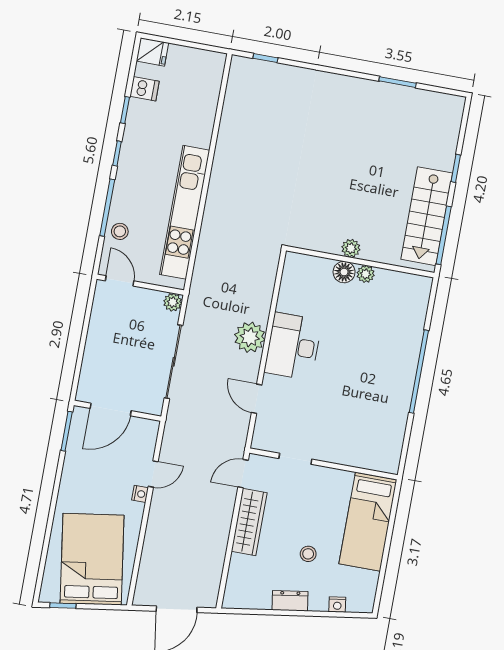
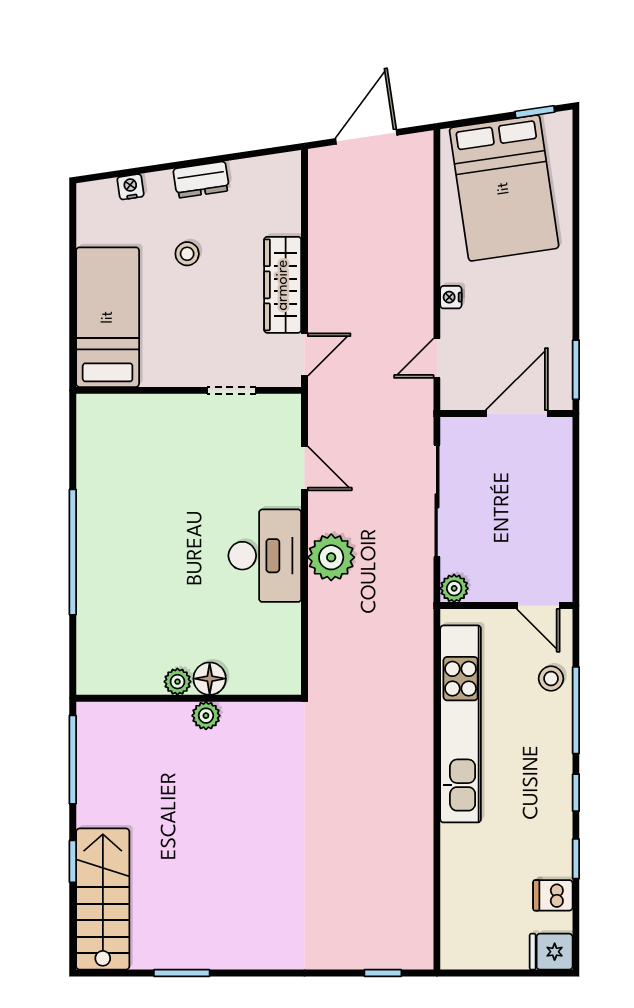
stairs: (427, 216) -> (103, 899), moved
door: (153, 474) -> (437, 358), moved

